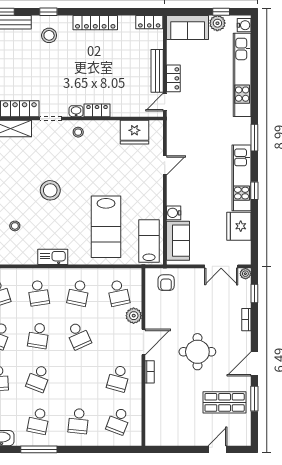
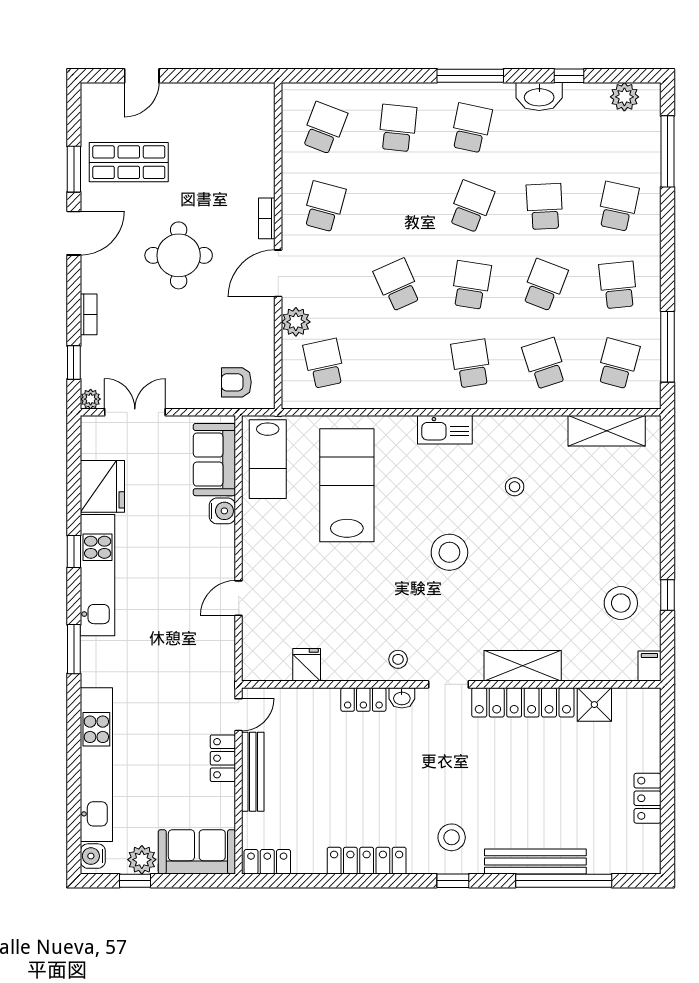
fridge: (134, 132) -> (307, 665), width x0.53, depth x0.75
armchair: (166, 283) -> (236, 382), turned -90
school desk: (78, 293) -> (398, 364), removed

